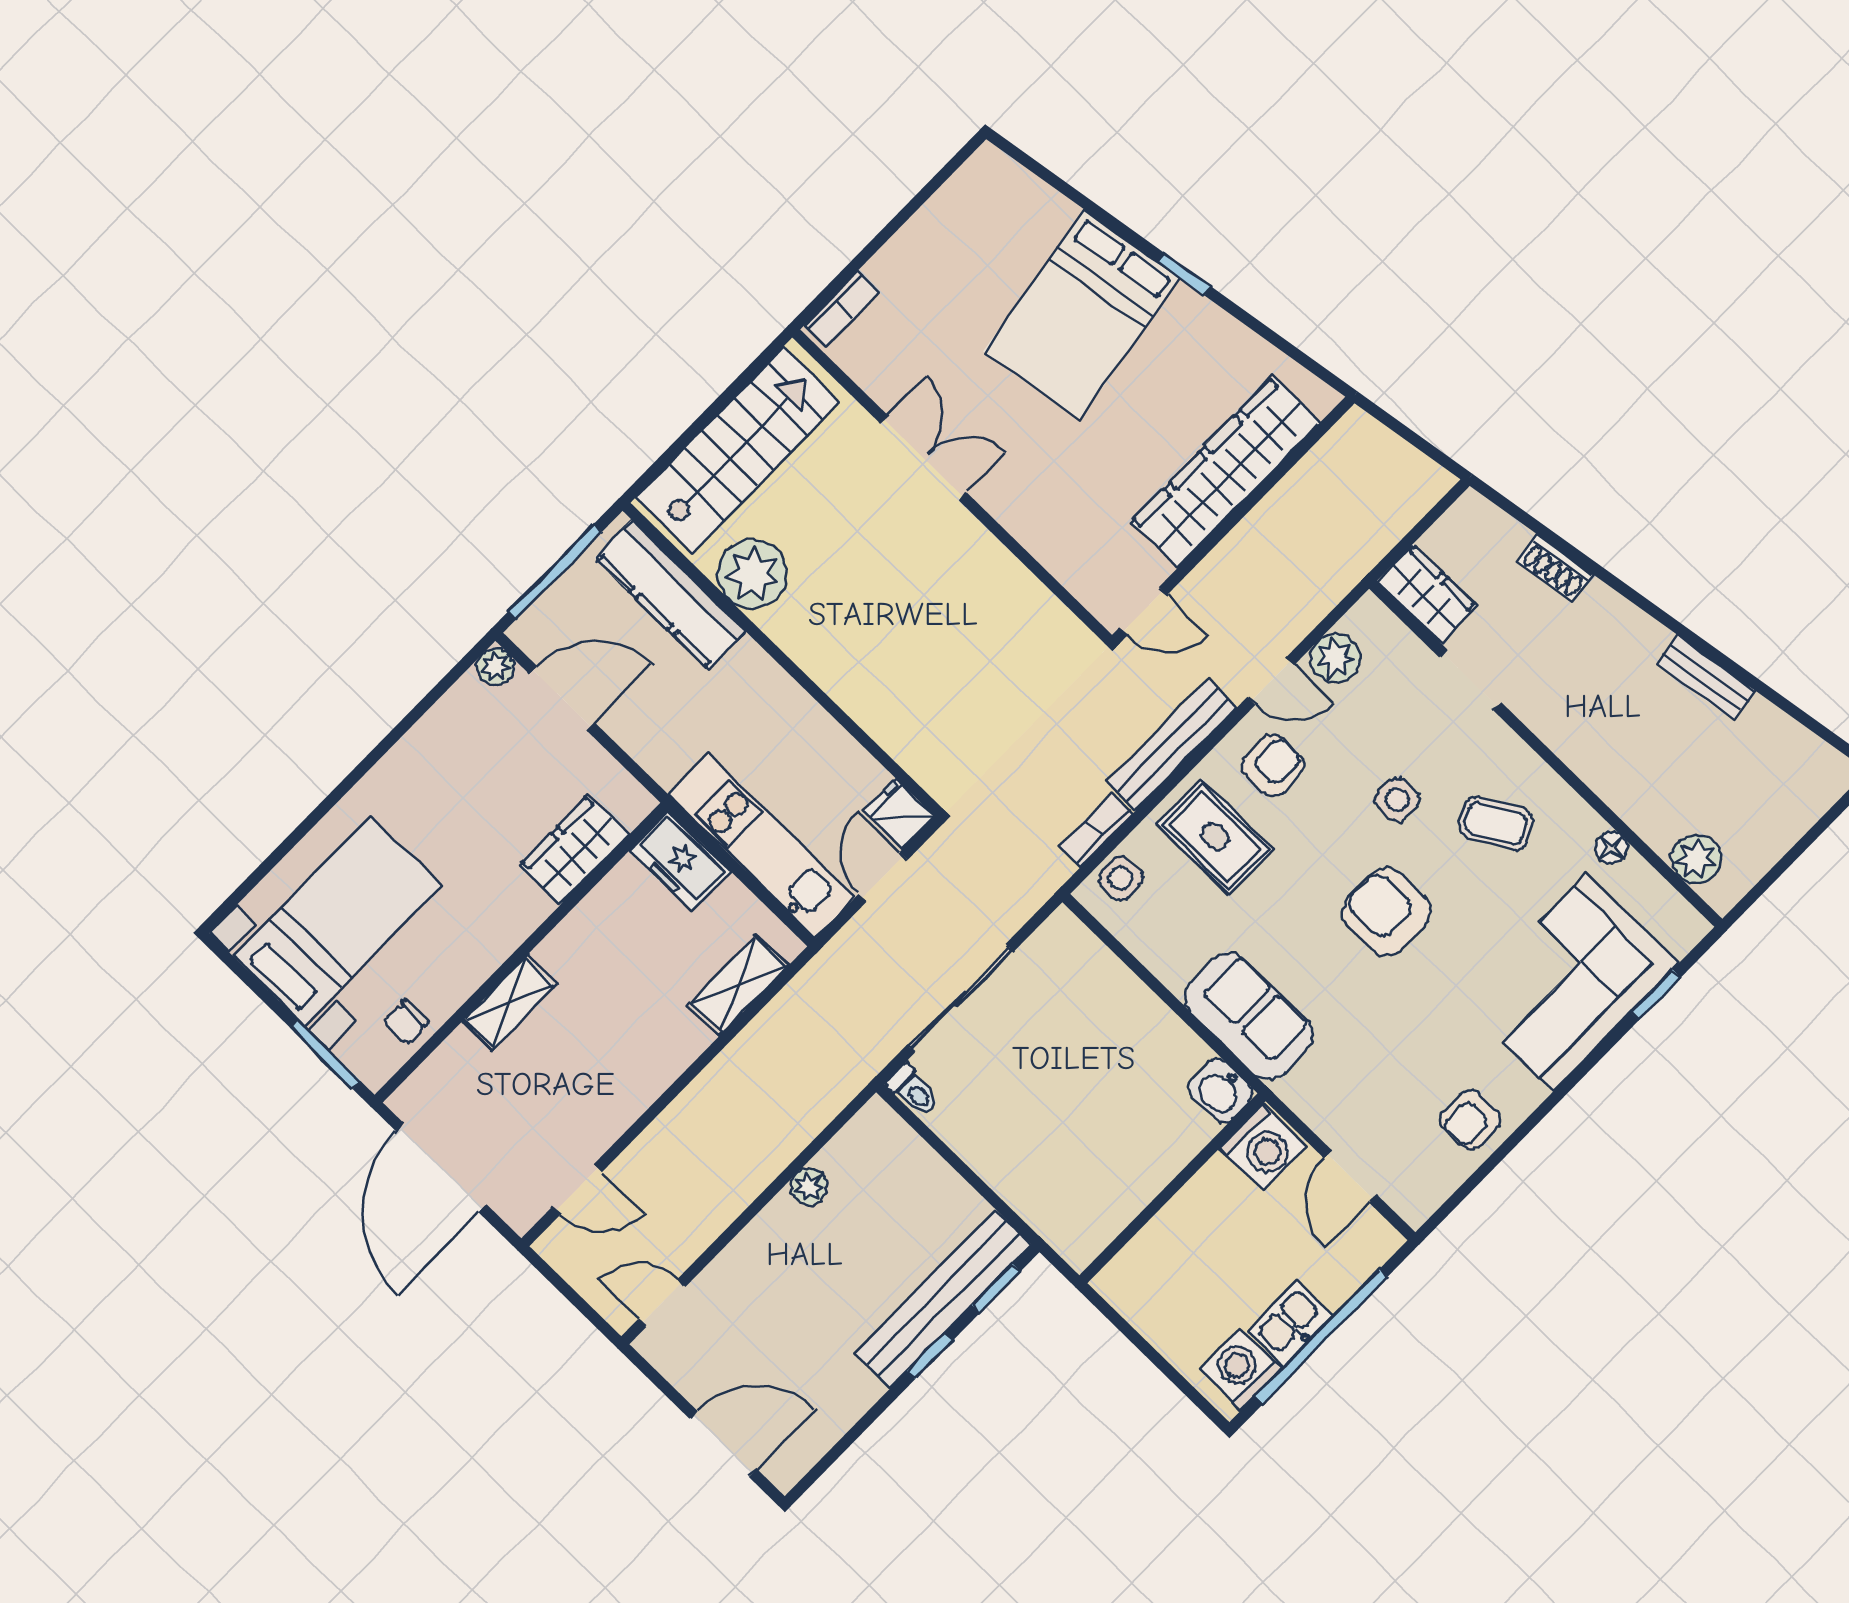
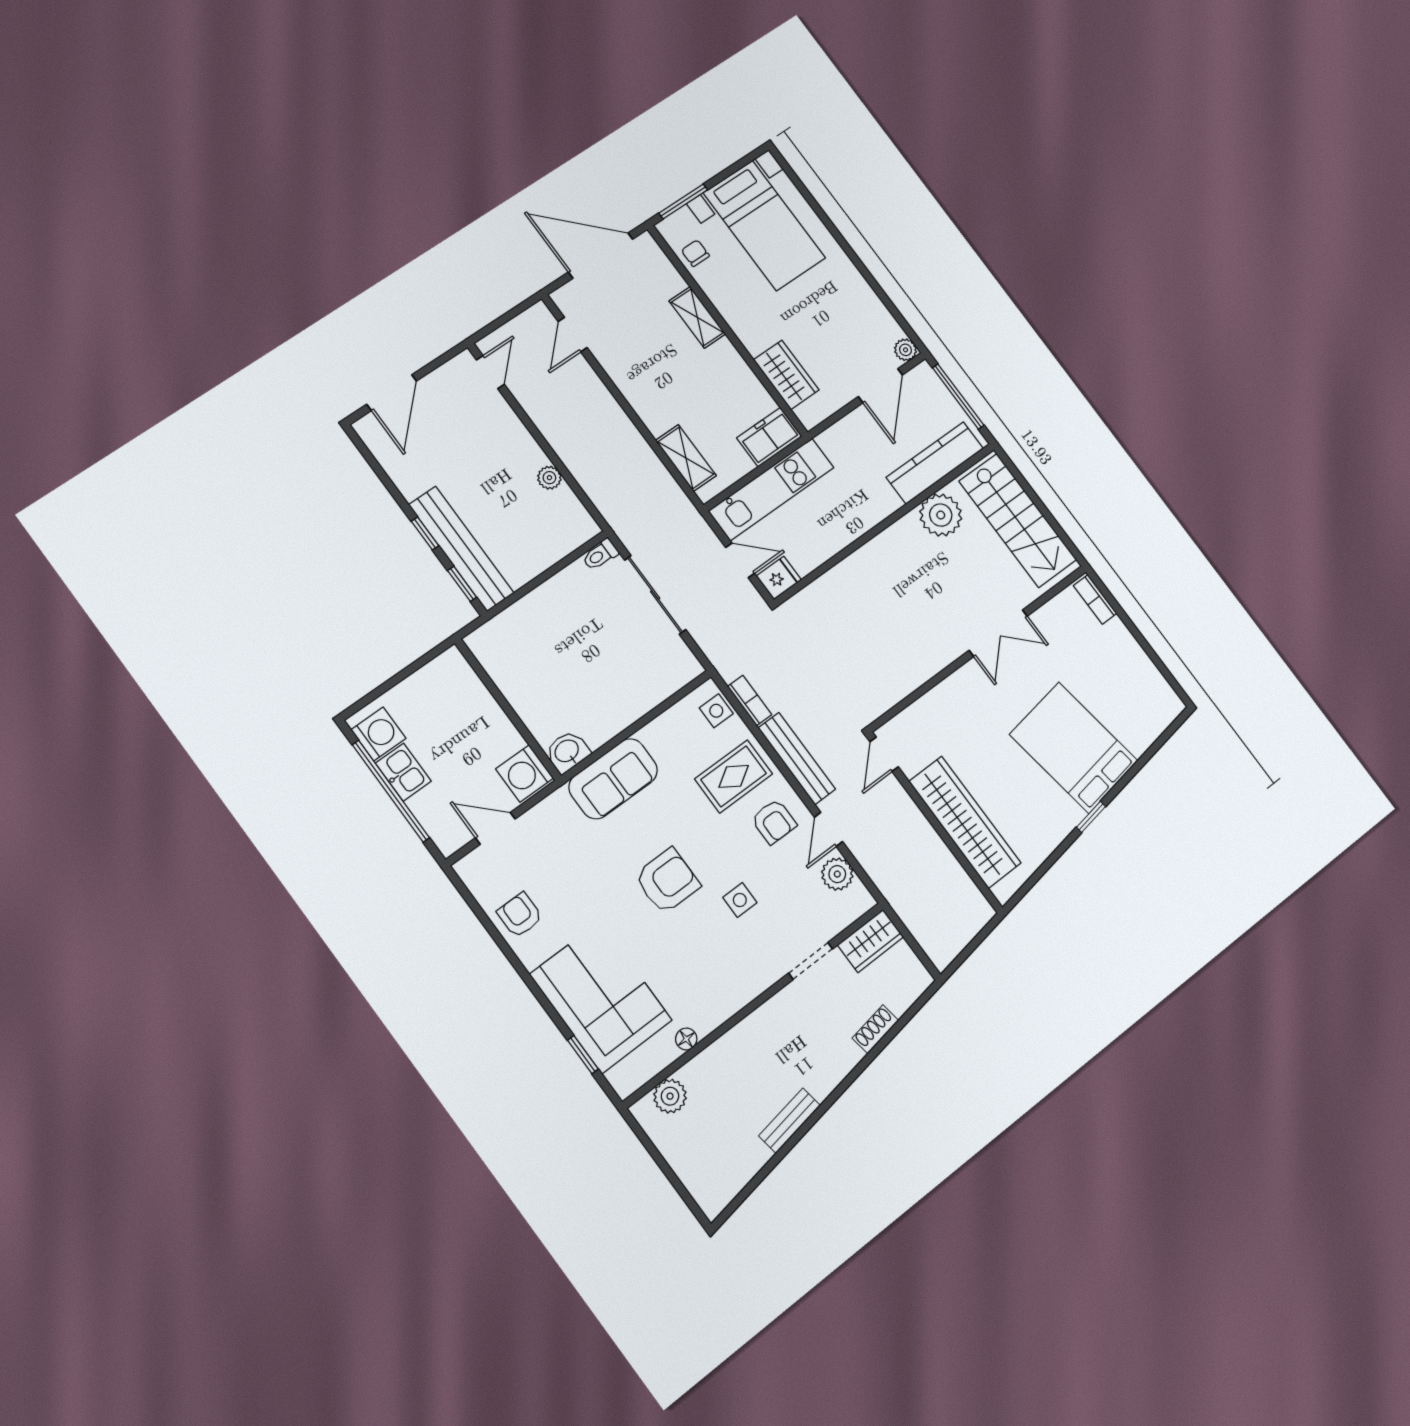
coffee table: (1496, 823) -> (714, 963), removed

